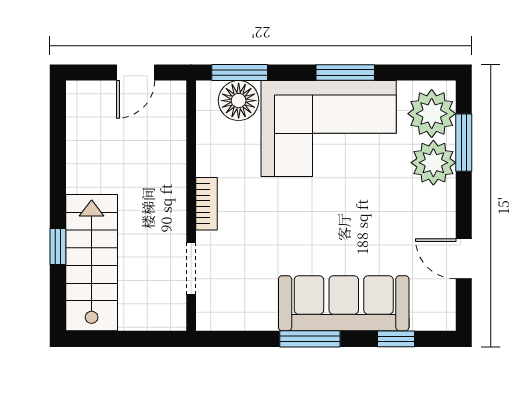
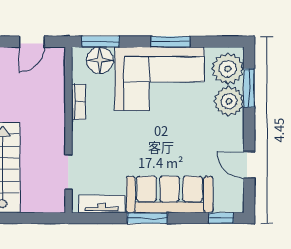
bookcase: (206, 204) -> (79, 102), moved
tv unit: (241, 318) -> (102, 204), added
window: (396, 339) -> (221, 218), moved

